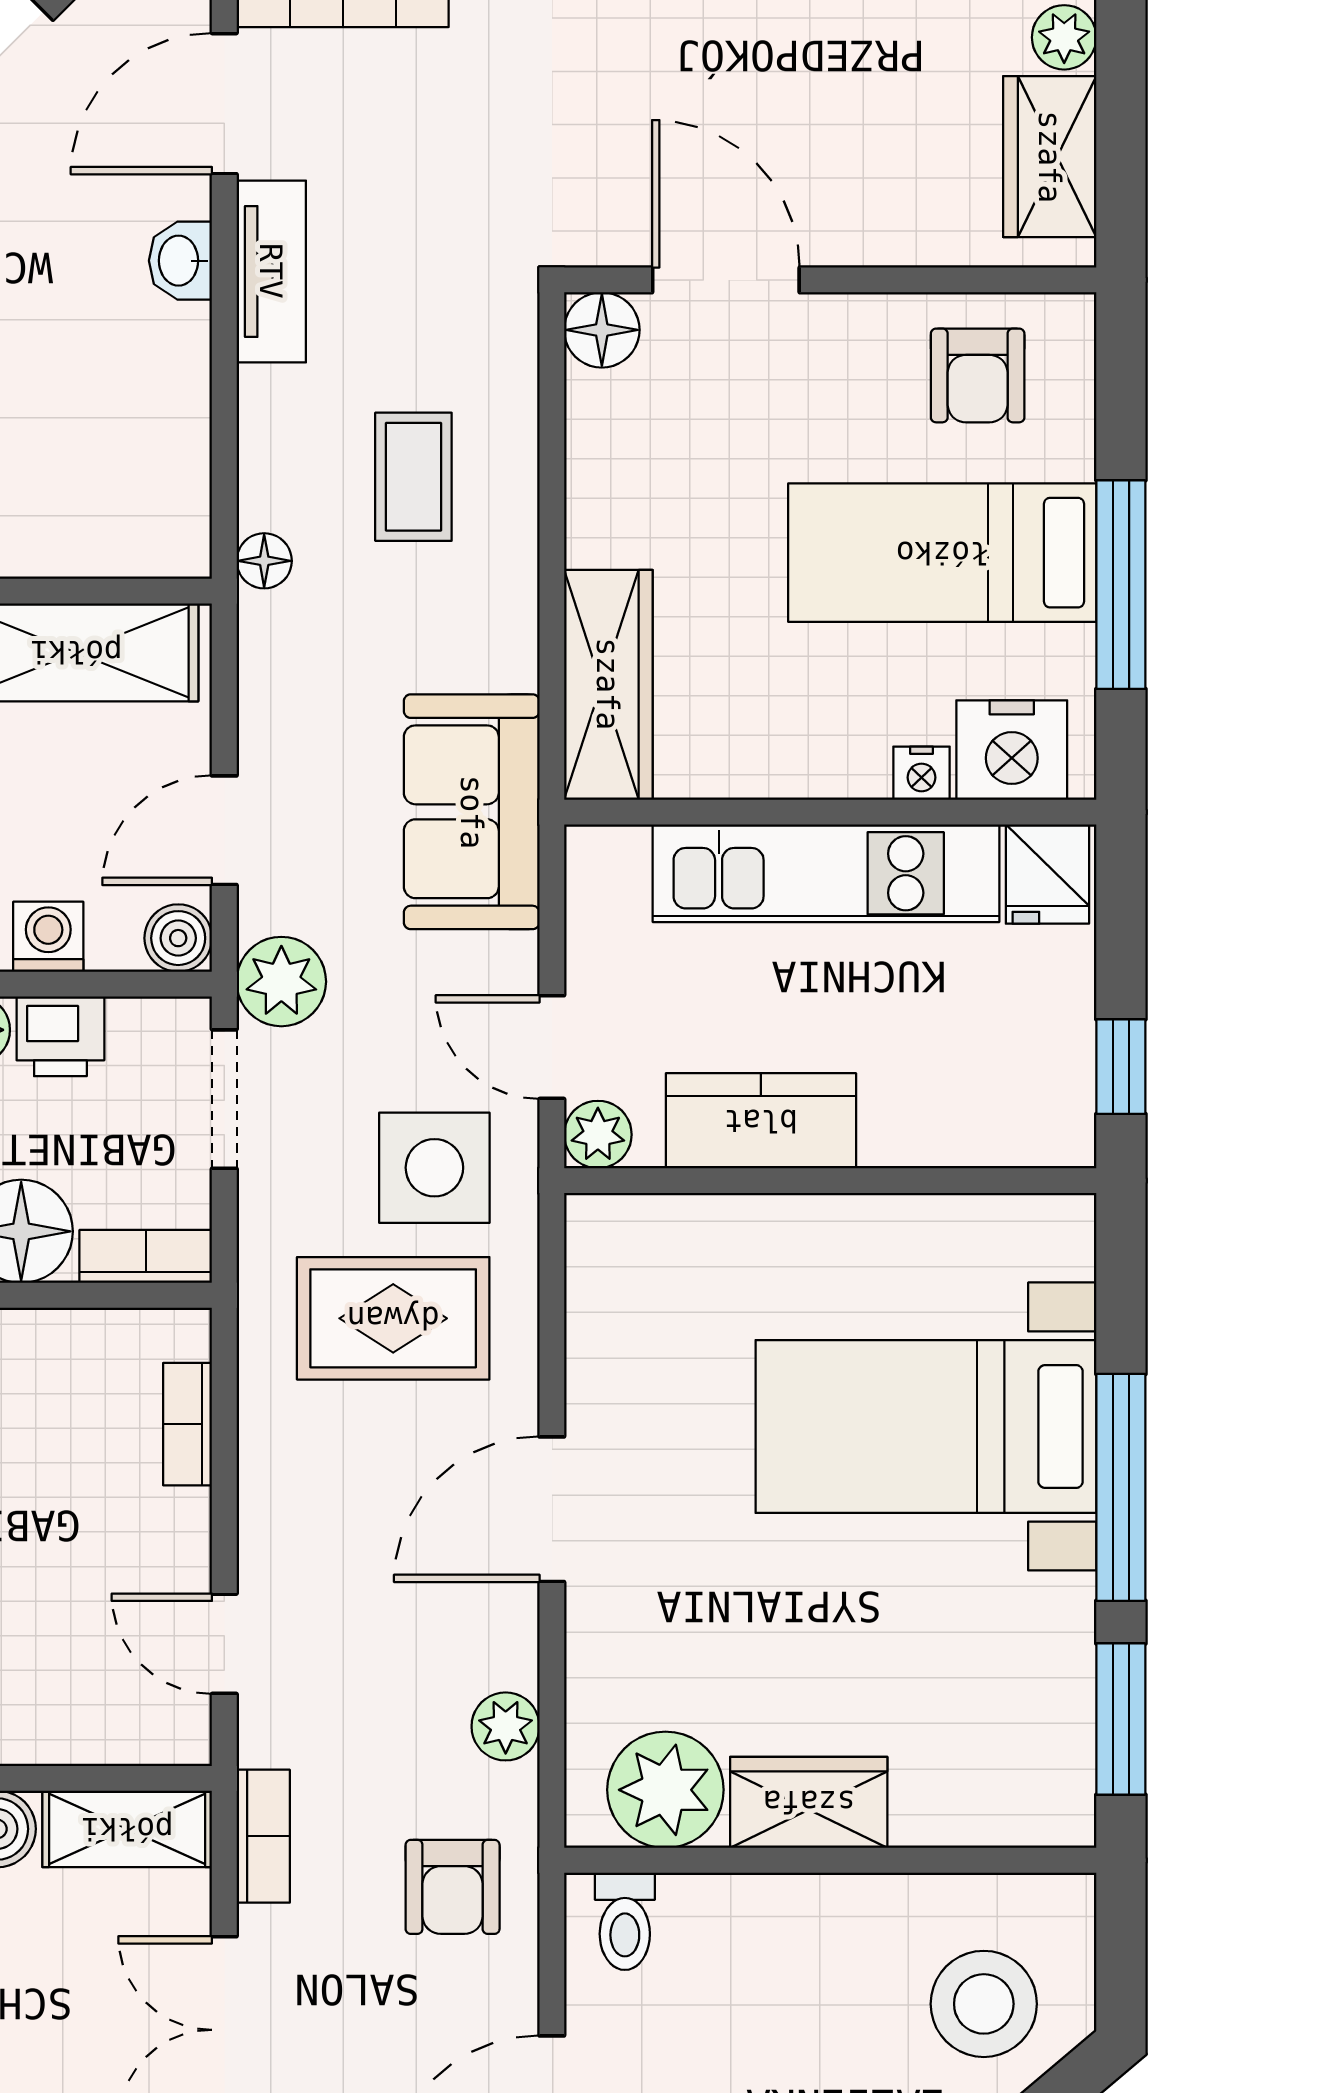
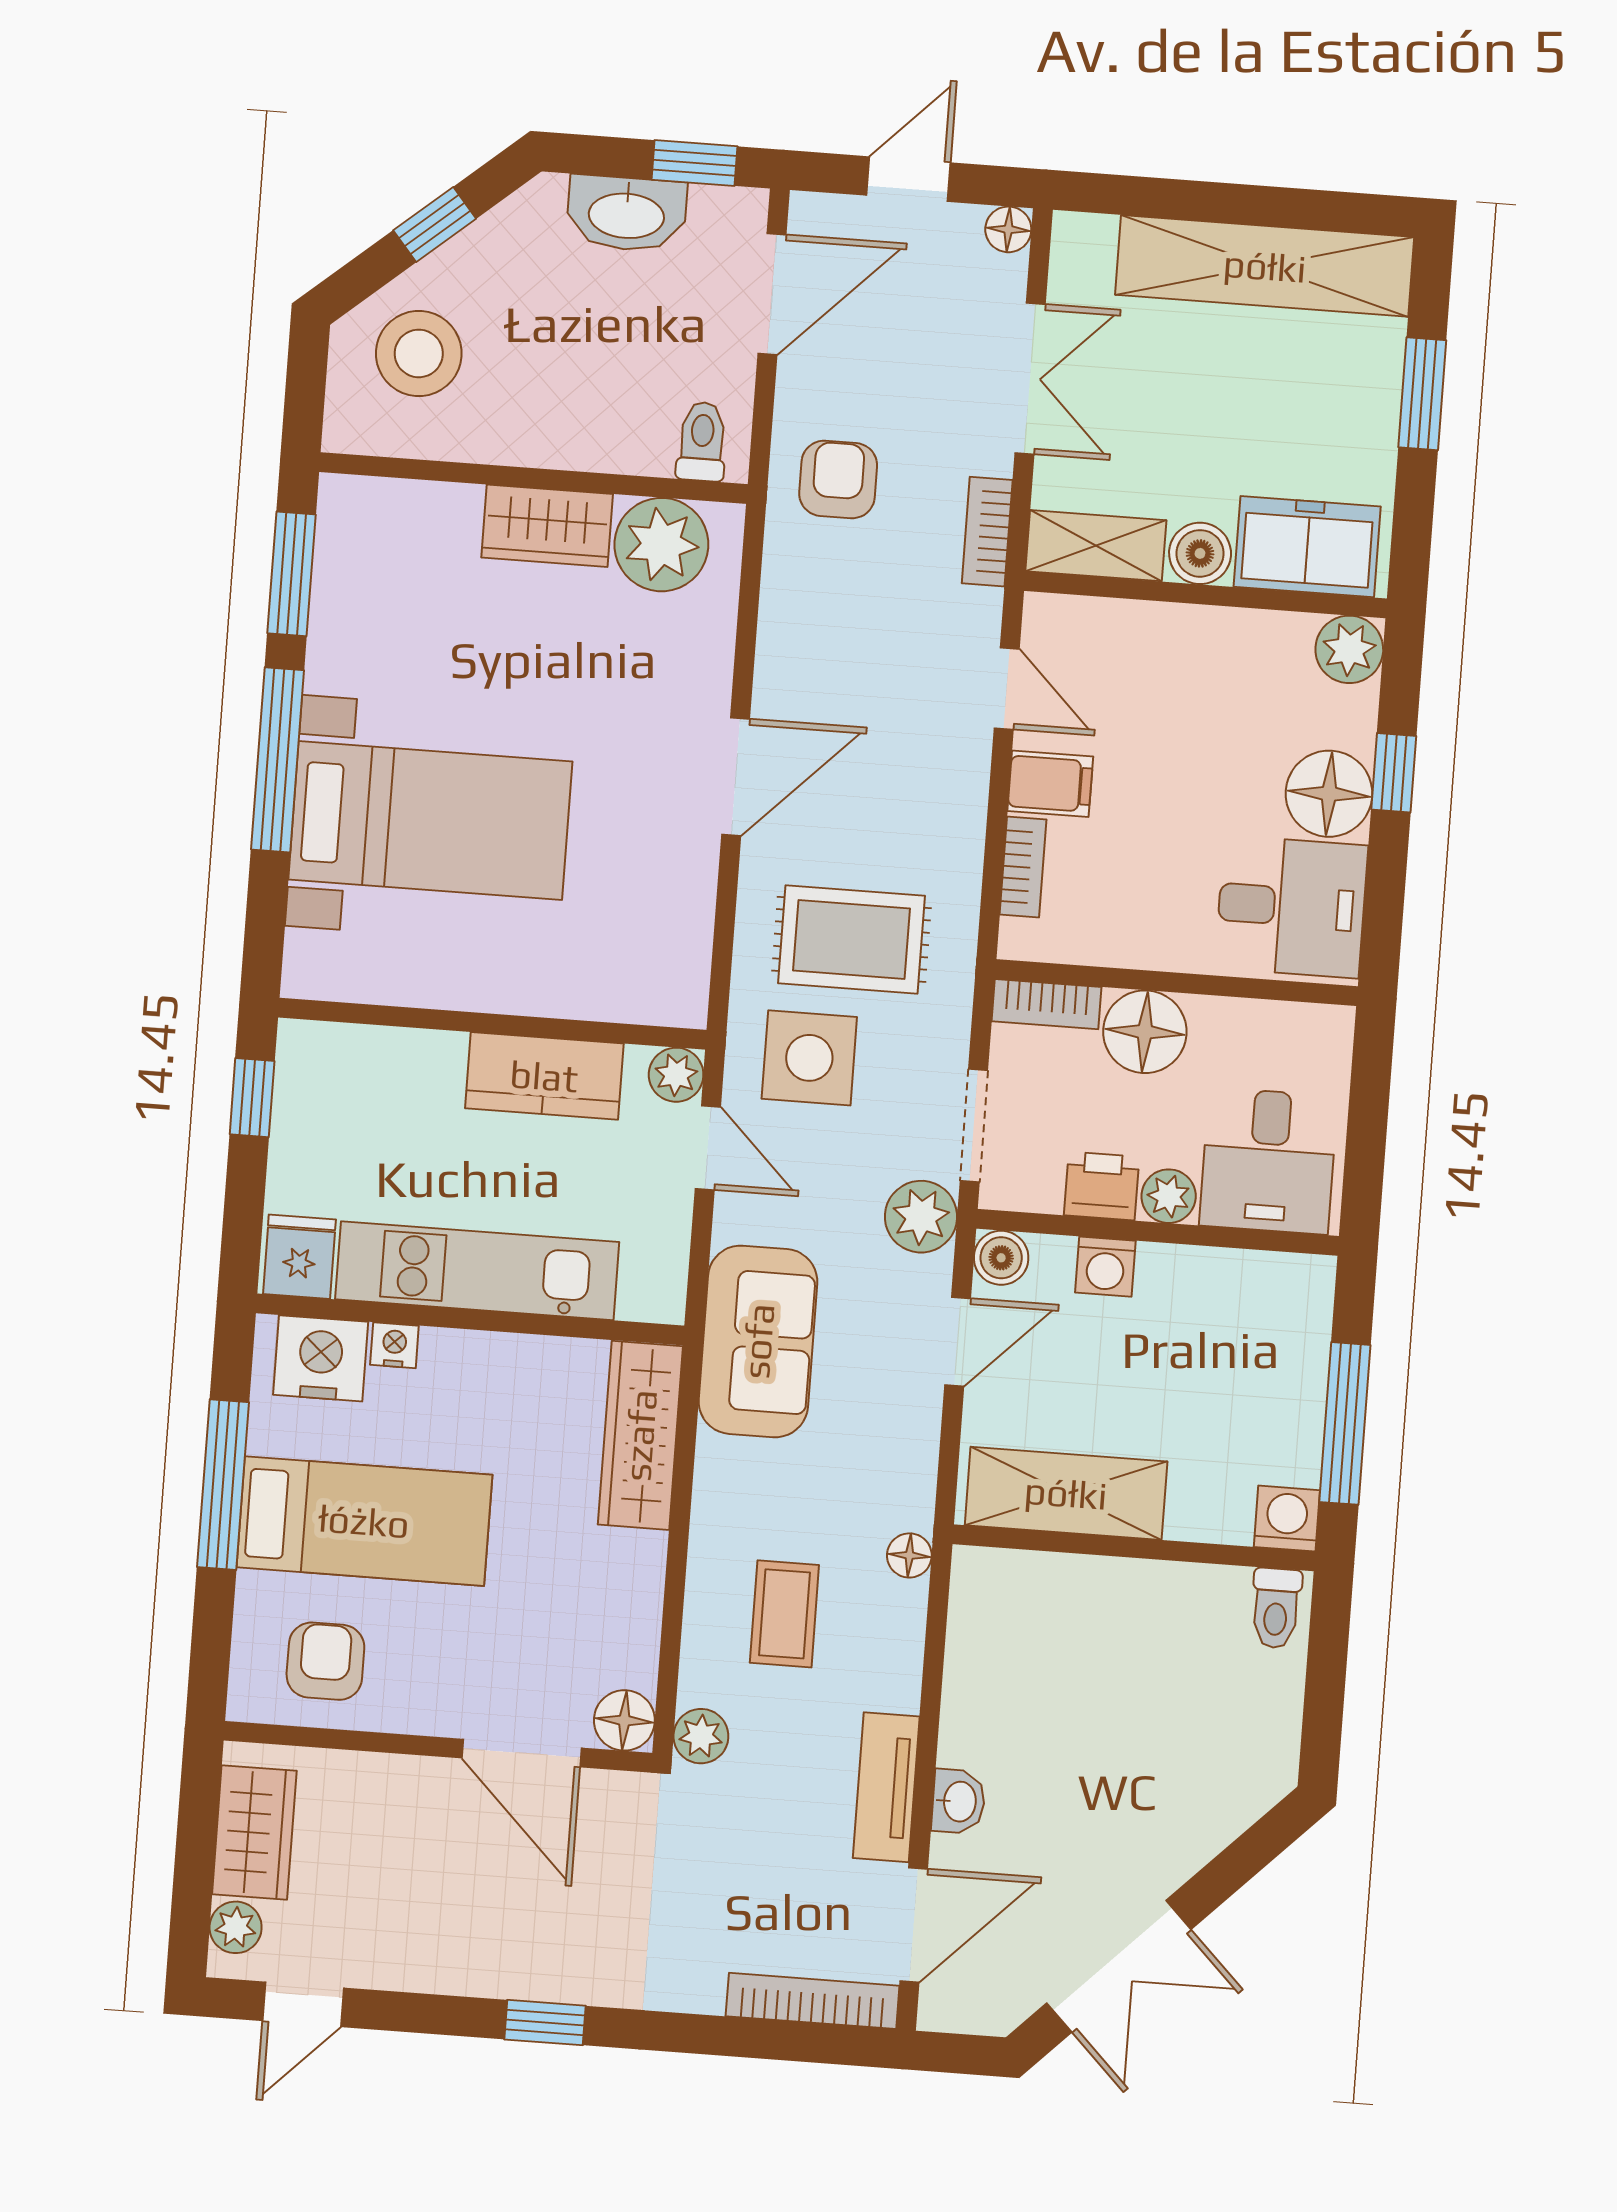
filing cabinet: (162, 1530) -> (1050, 784), added
plant: (506, 1726) -> (701, 1736), moved

